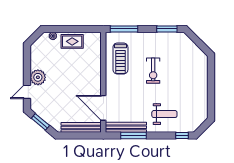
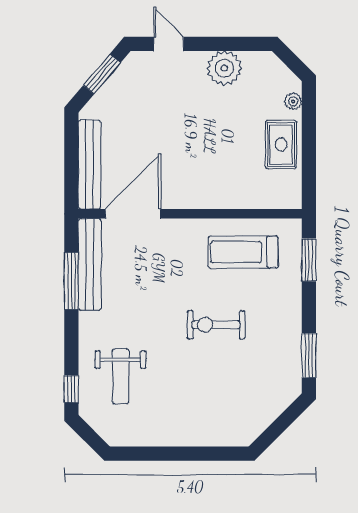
window: (124, 29) -> (309, 260), width x0.69
plant: (38, 77) -> (224, 68), moved
weight bench: (164, 114) -> (120, 376), moved

